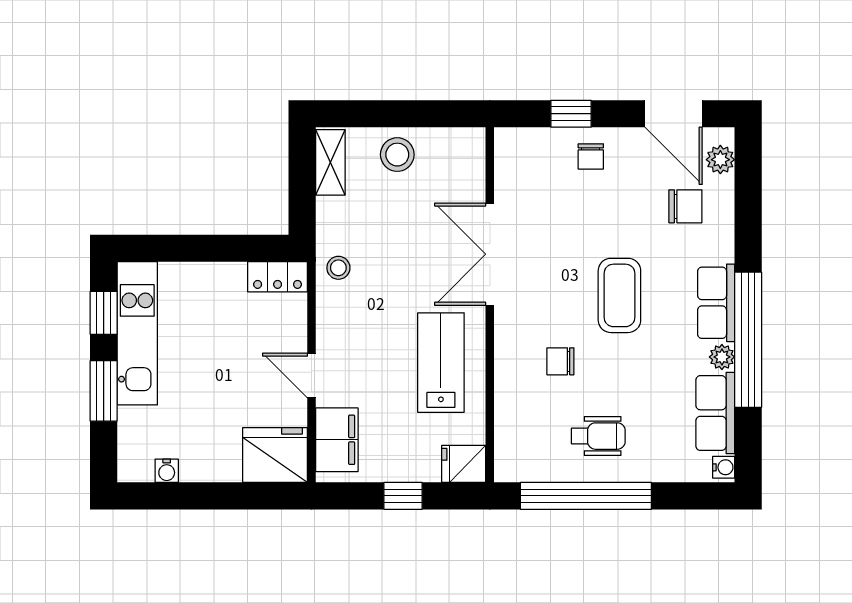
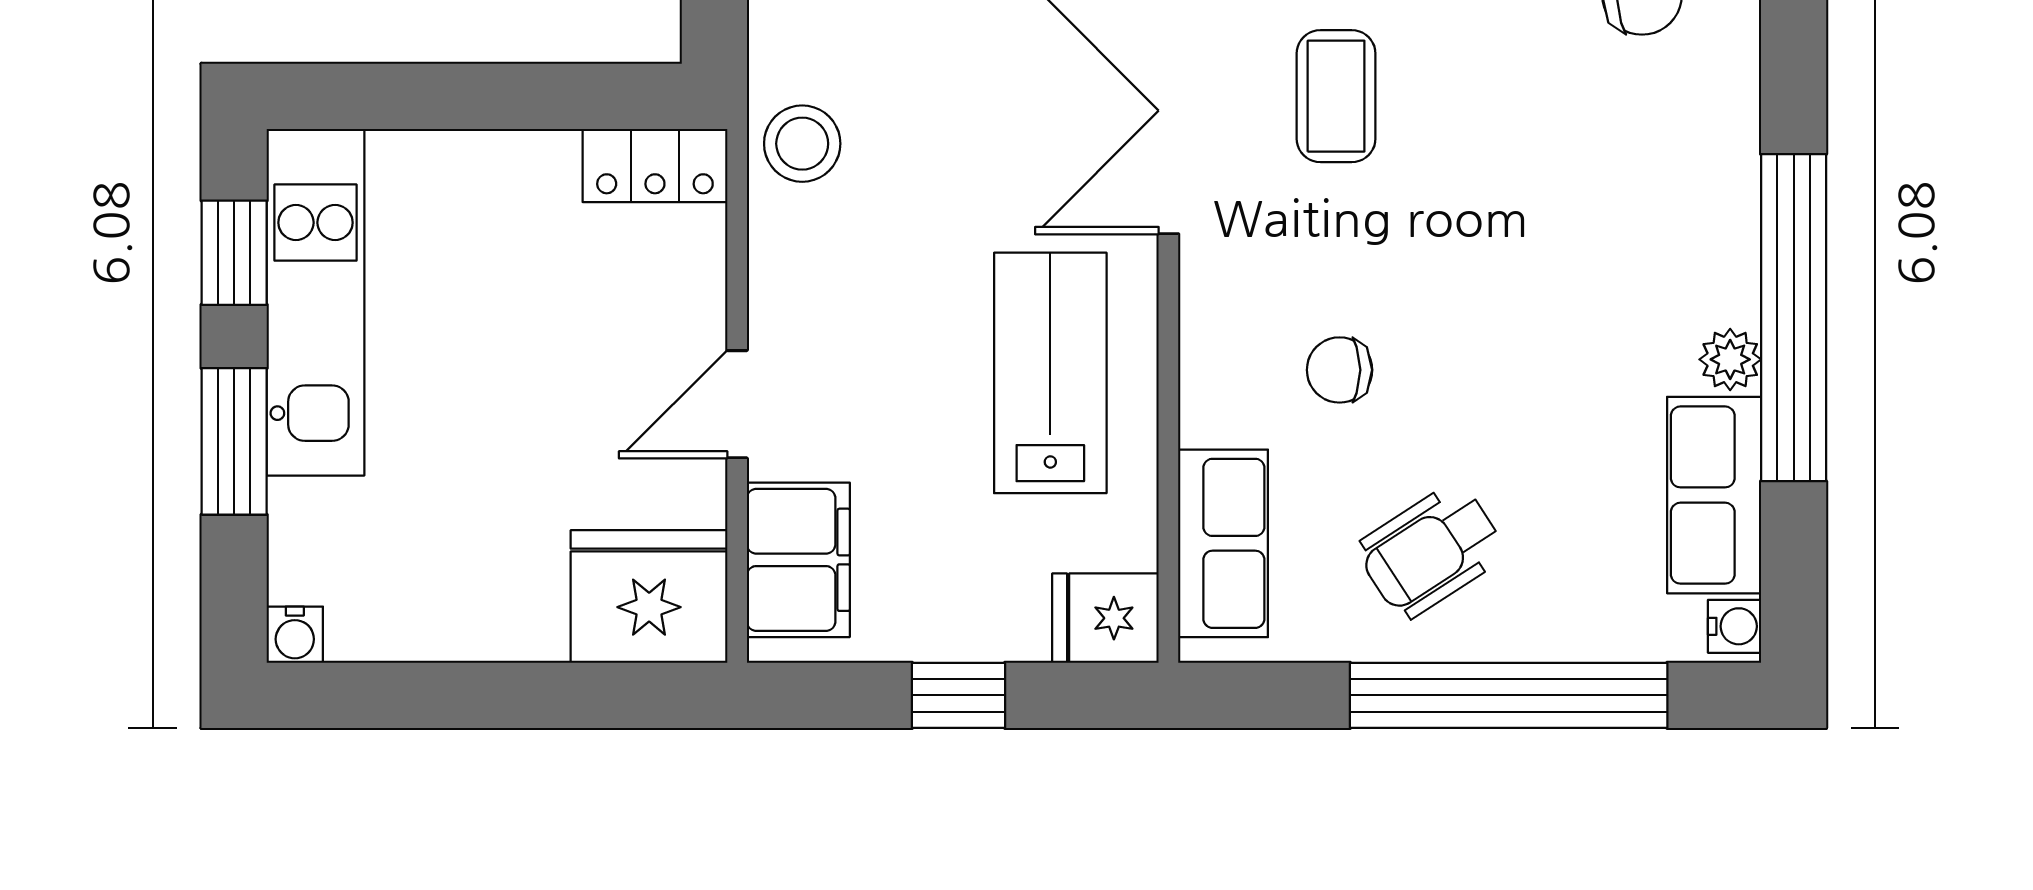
stool: (338, 268) -> (802, 144), width x1.37, depth x1.37
coffee table: (619, 295) -> (1336, 96), moved, width x0.73, depth x0.77
row of seats: (716, 303) -> (1223, 543), moved, turned 180
door: (311, 376) -> (737, 404), hinge flipped
wheelchair: (598, 436) -> (1431, 551), turned 147
water cooler: (167, 471) -> (295, 635), moved
window: (586, 496) -> (1509, 695), moved

